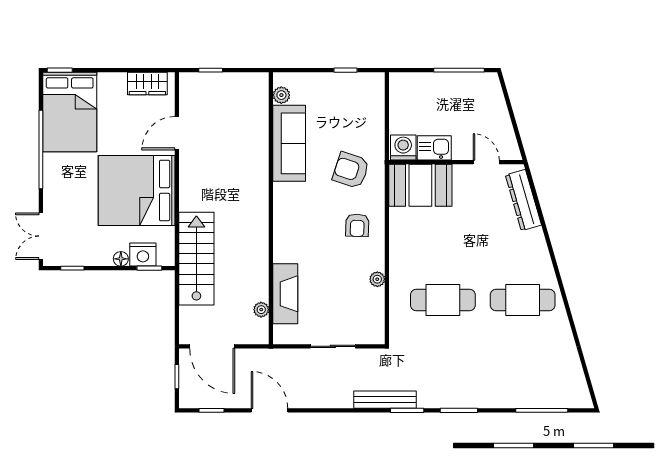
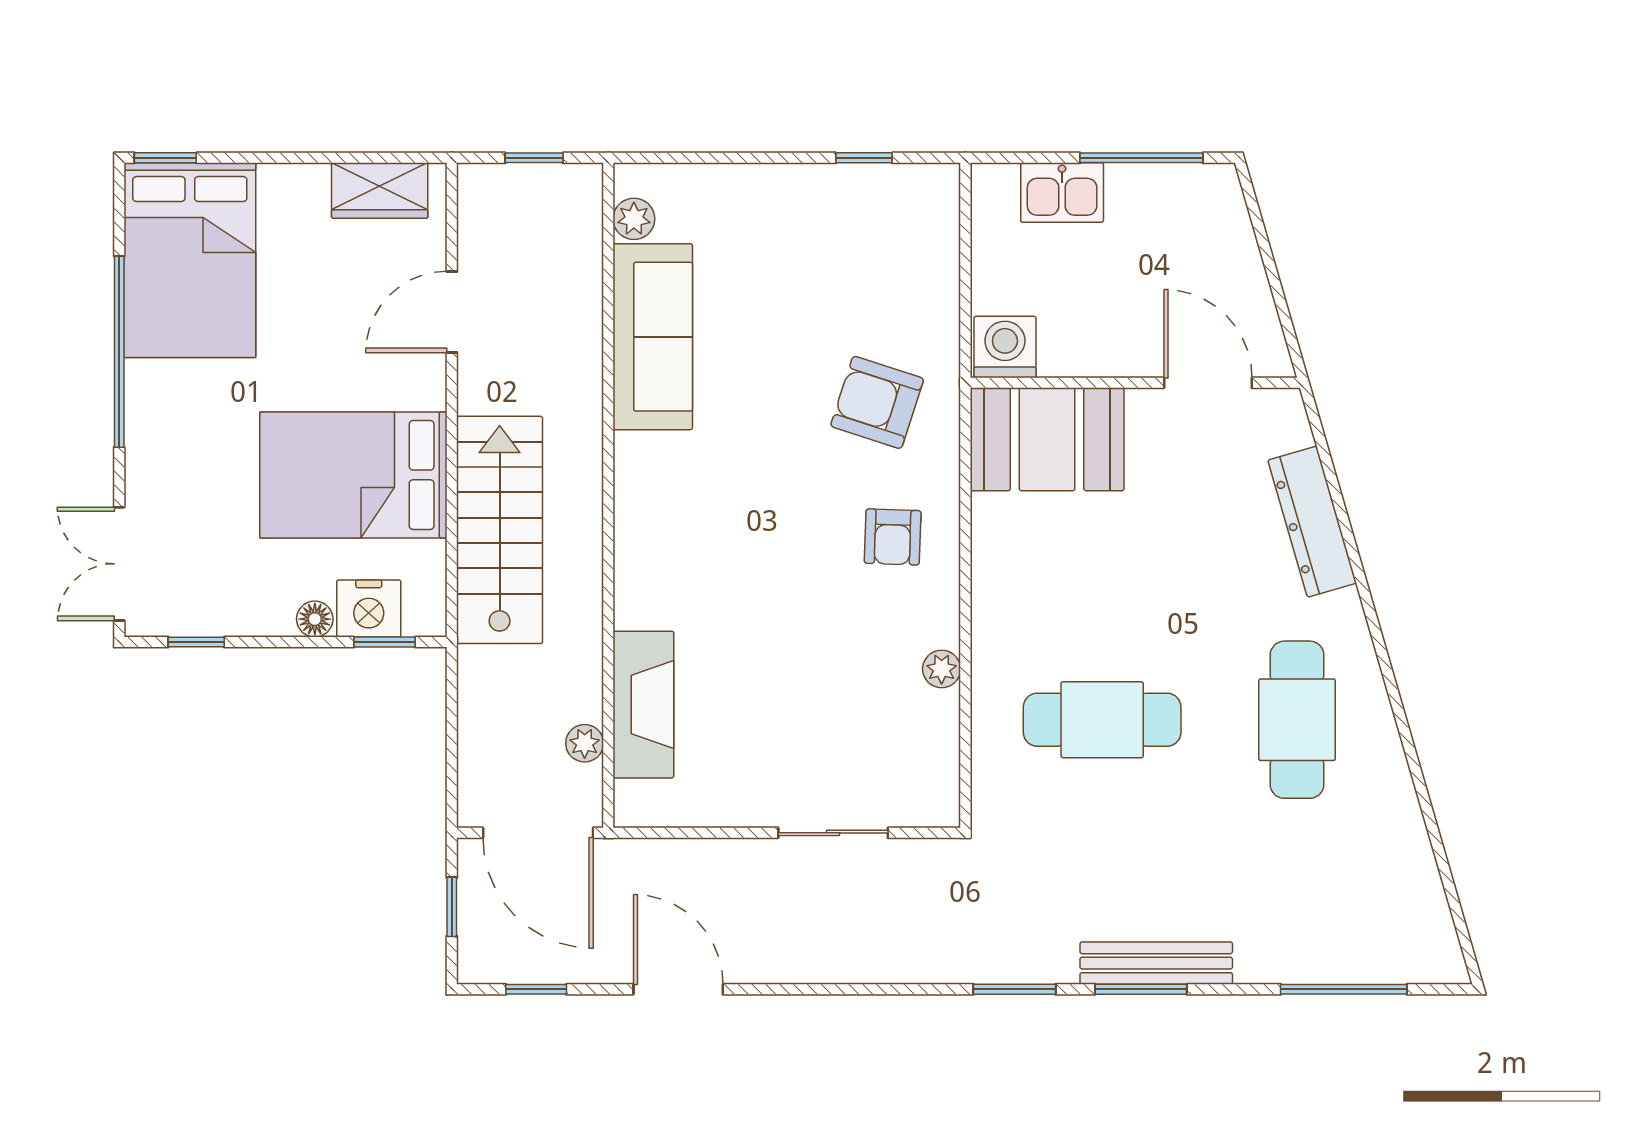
plant: (281, 95) -> (634, 219), moved
sofa: (289, 143) -> (653, 337), moved
kitchen sink: (434, 148) -> (1062, 193), moved, turned 180
door: (486, 162) -> (1208, 383), width x1.38
bed: (137, 190) -> (353, 475), width x0.73
dresser: (523, 200) -> (1312, 522), moved
wall: (271, 208) -> (608, 495), moved
stairs: (196, 259) -> (500, 530), moved
fireplace: (285, 294) -> (643, 705), moved
cafe table: (523, 300) -> (1297, 720), turned 90
plant: (261, 310) -> (585, 743), moved
bench: (385, 400) -> (1156, 963), moved

